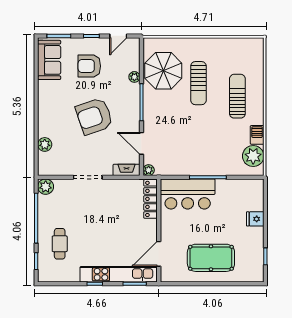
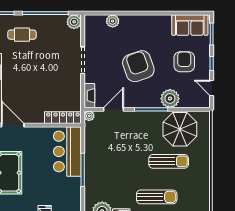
plant: (134, 77) -> (170, 99), width x1.88, depth x1.88
sun lounger: (198, 83) -> (169, 161), turned 180

